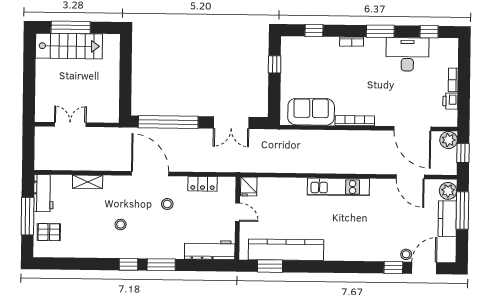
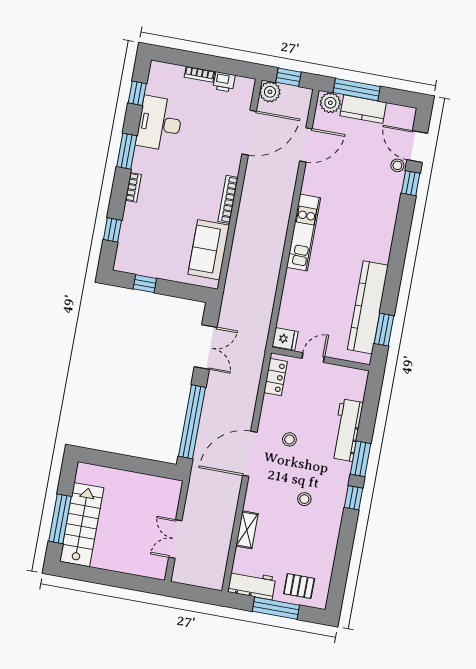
locker: (203, 184) -> (276, 377), moved
pallet: (49, 232) -> (299, 586), turned 90
workbench: (210, 250) -> (347, 430), moved

